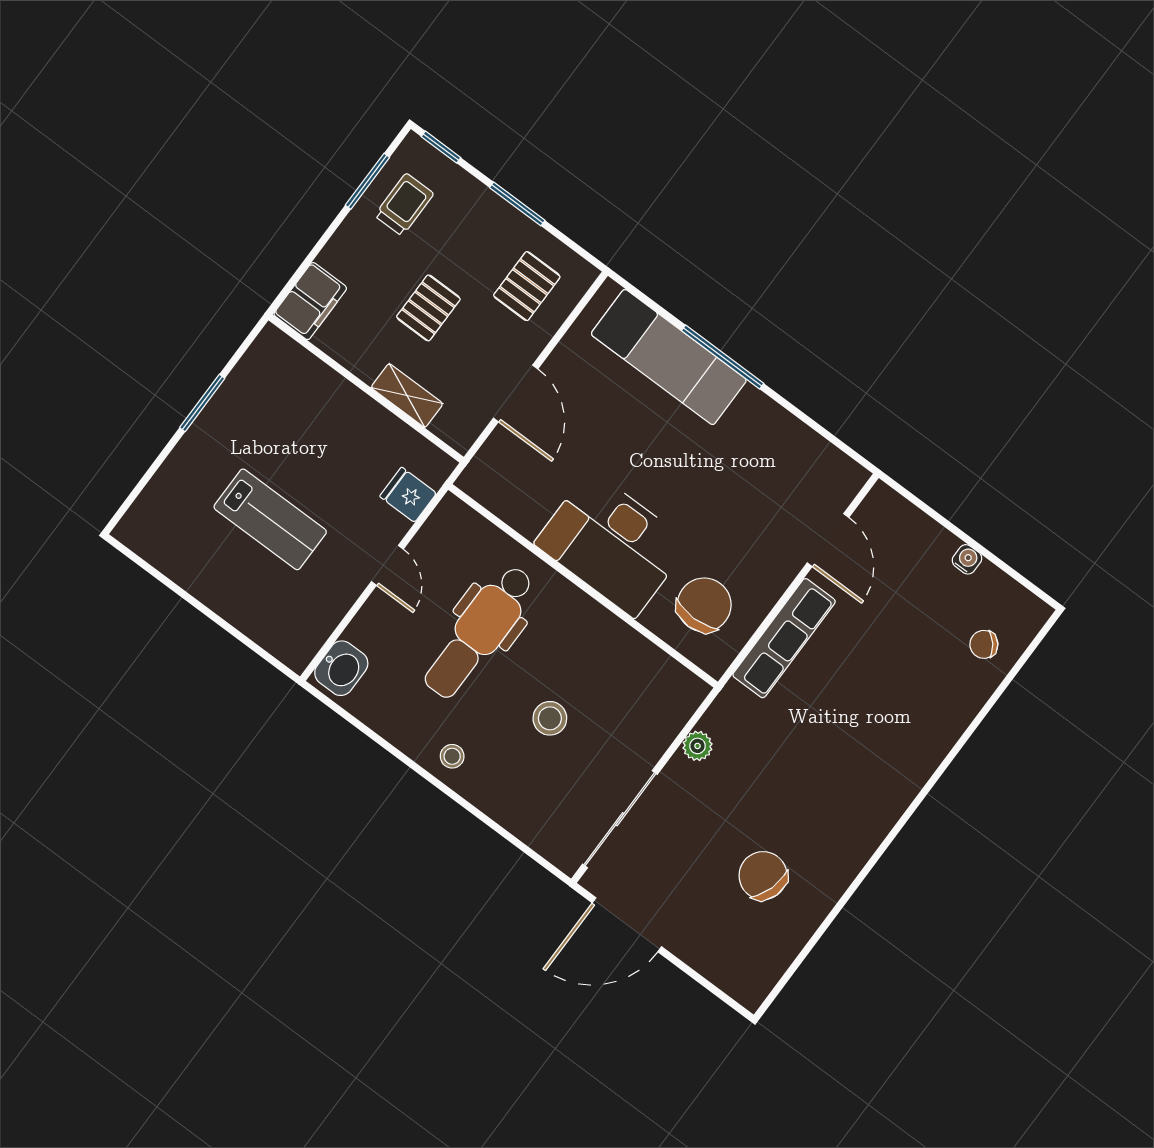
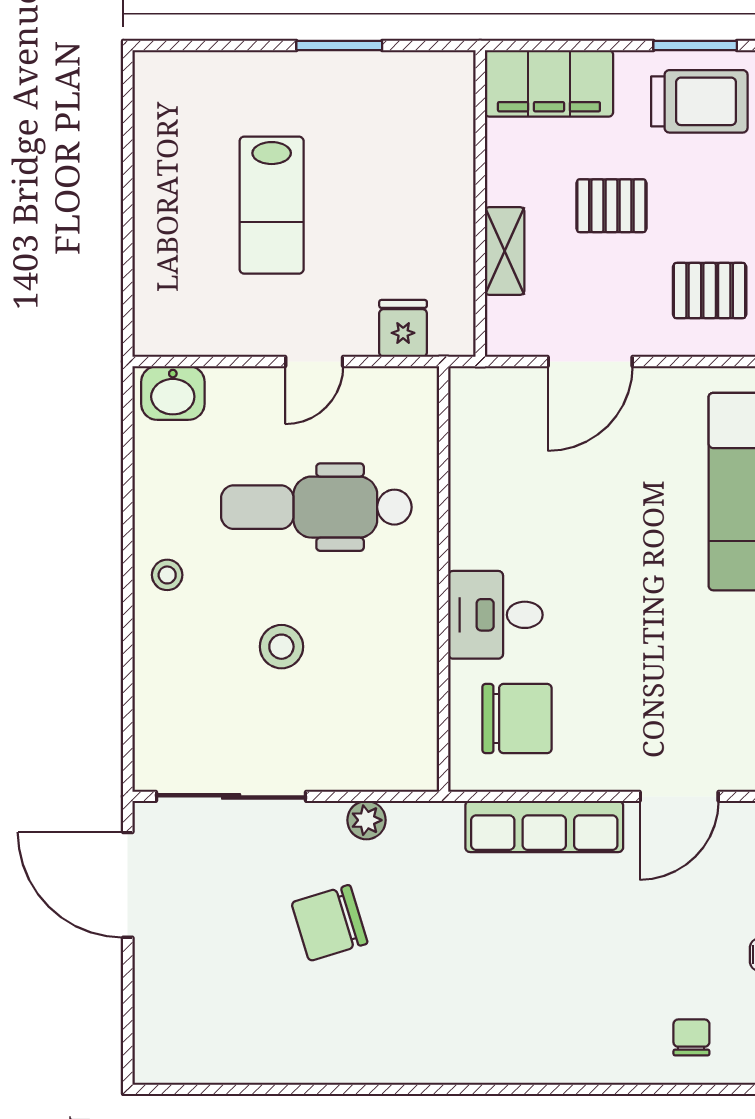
trolley: (404, 205) -> (699, 101), width x1.36, depth x1.39
filing cabinet: (310, 301) -> (549, 83), width x1.50, depth x1.17
desk: (612, 544) -> (495, 615), width x0.53, depth x0.77
chair: (984, 644) -> (691, 1037), turned 39
chair: (763, 876) -> (330, 923), moved, turned -124

